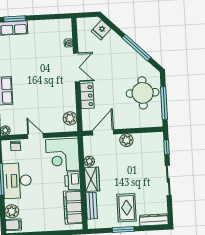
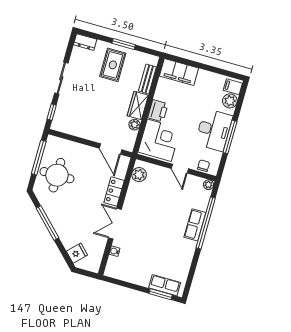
door: (103, 132) -> (110, 149), hinge flipped
plant: (126, 140) -> (90, 133), removed
filing cabinet: (73, 207) -> (179, 72), moved, turned 90
dresser: (154, 220) -> (85, 42), width x0.70

